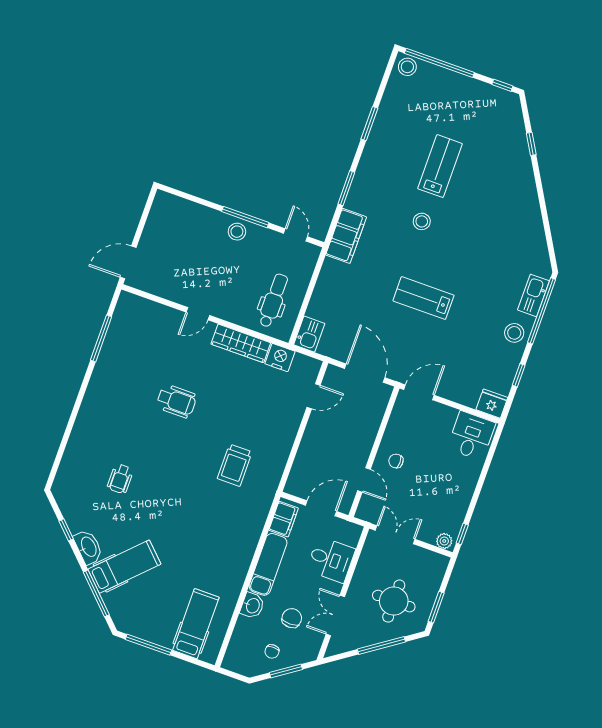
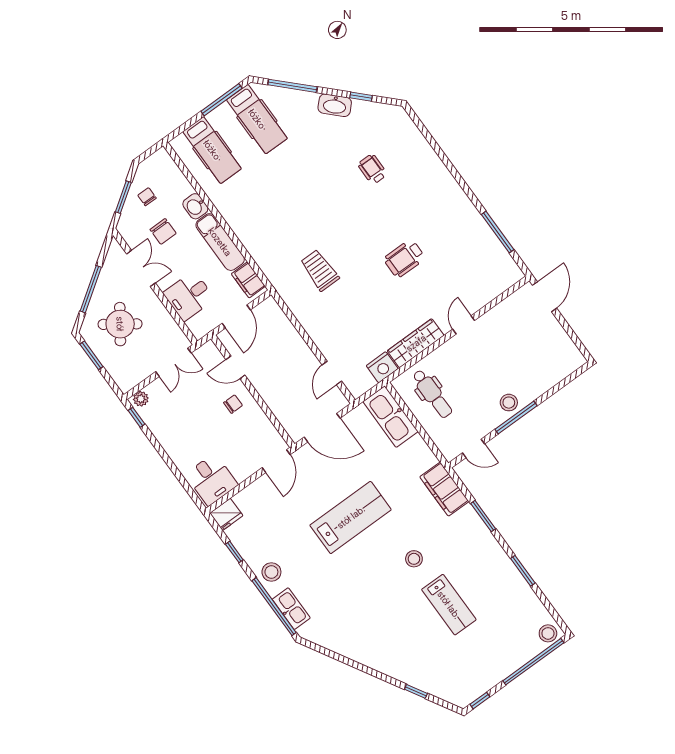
lab bench: (423, 298) -> (351, 517), width x1.36, depth x1.39
kitchen sink: (309, 334) -> (391, 417), width x1.87, depth x1.24
hospital bed: (124, 567) -> (257, 119), moved, turned -45
round table: (394, 601) -> (120, 324), turned 35

